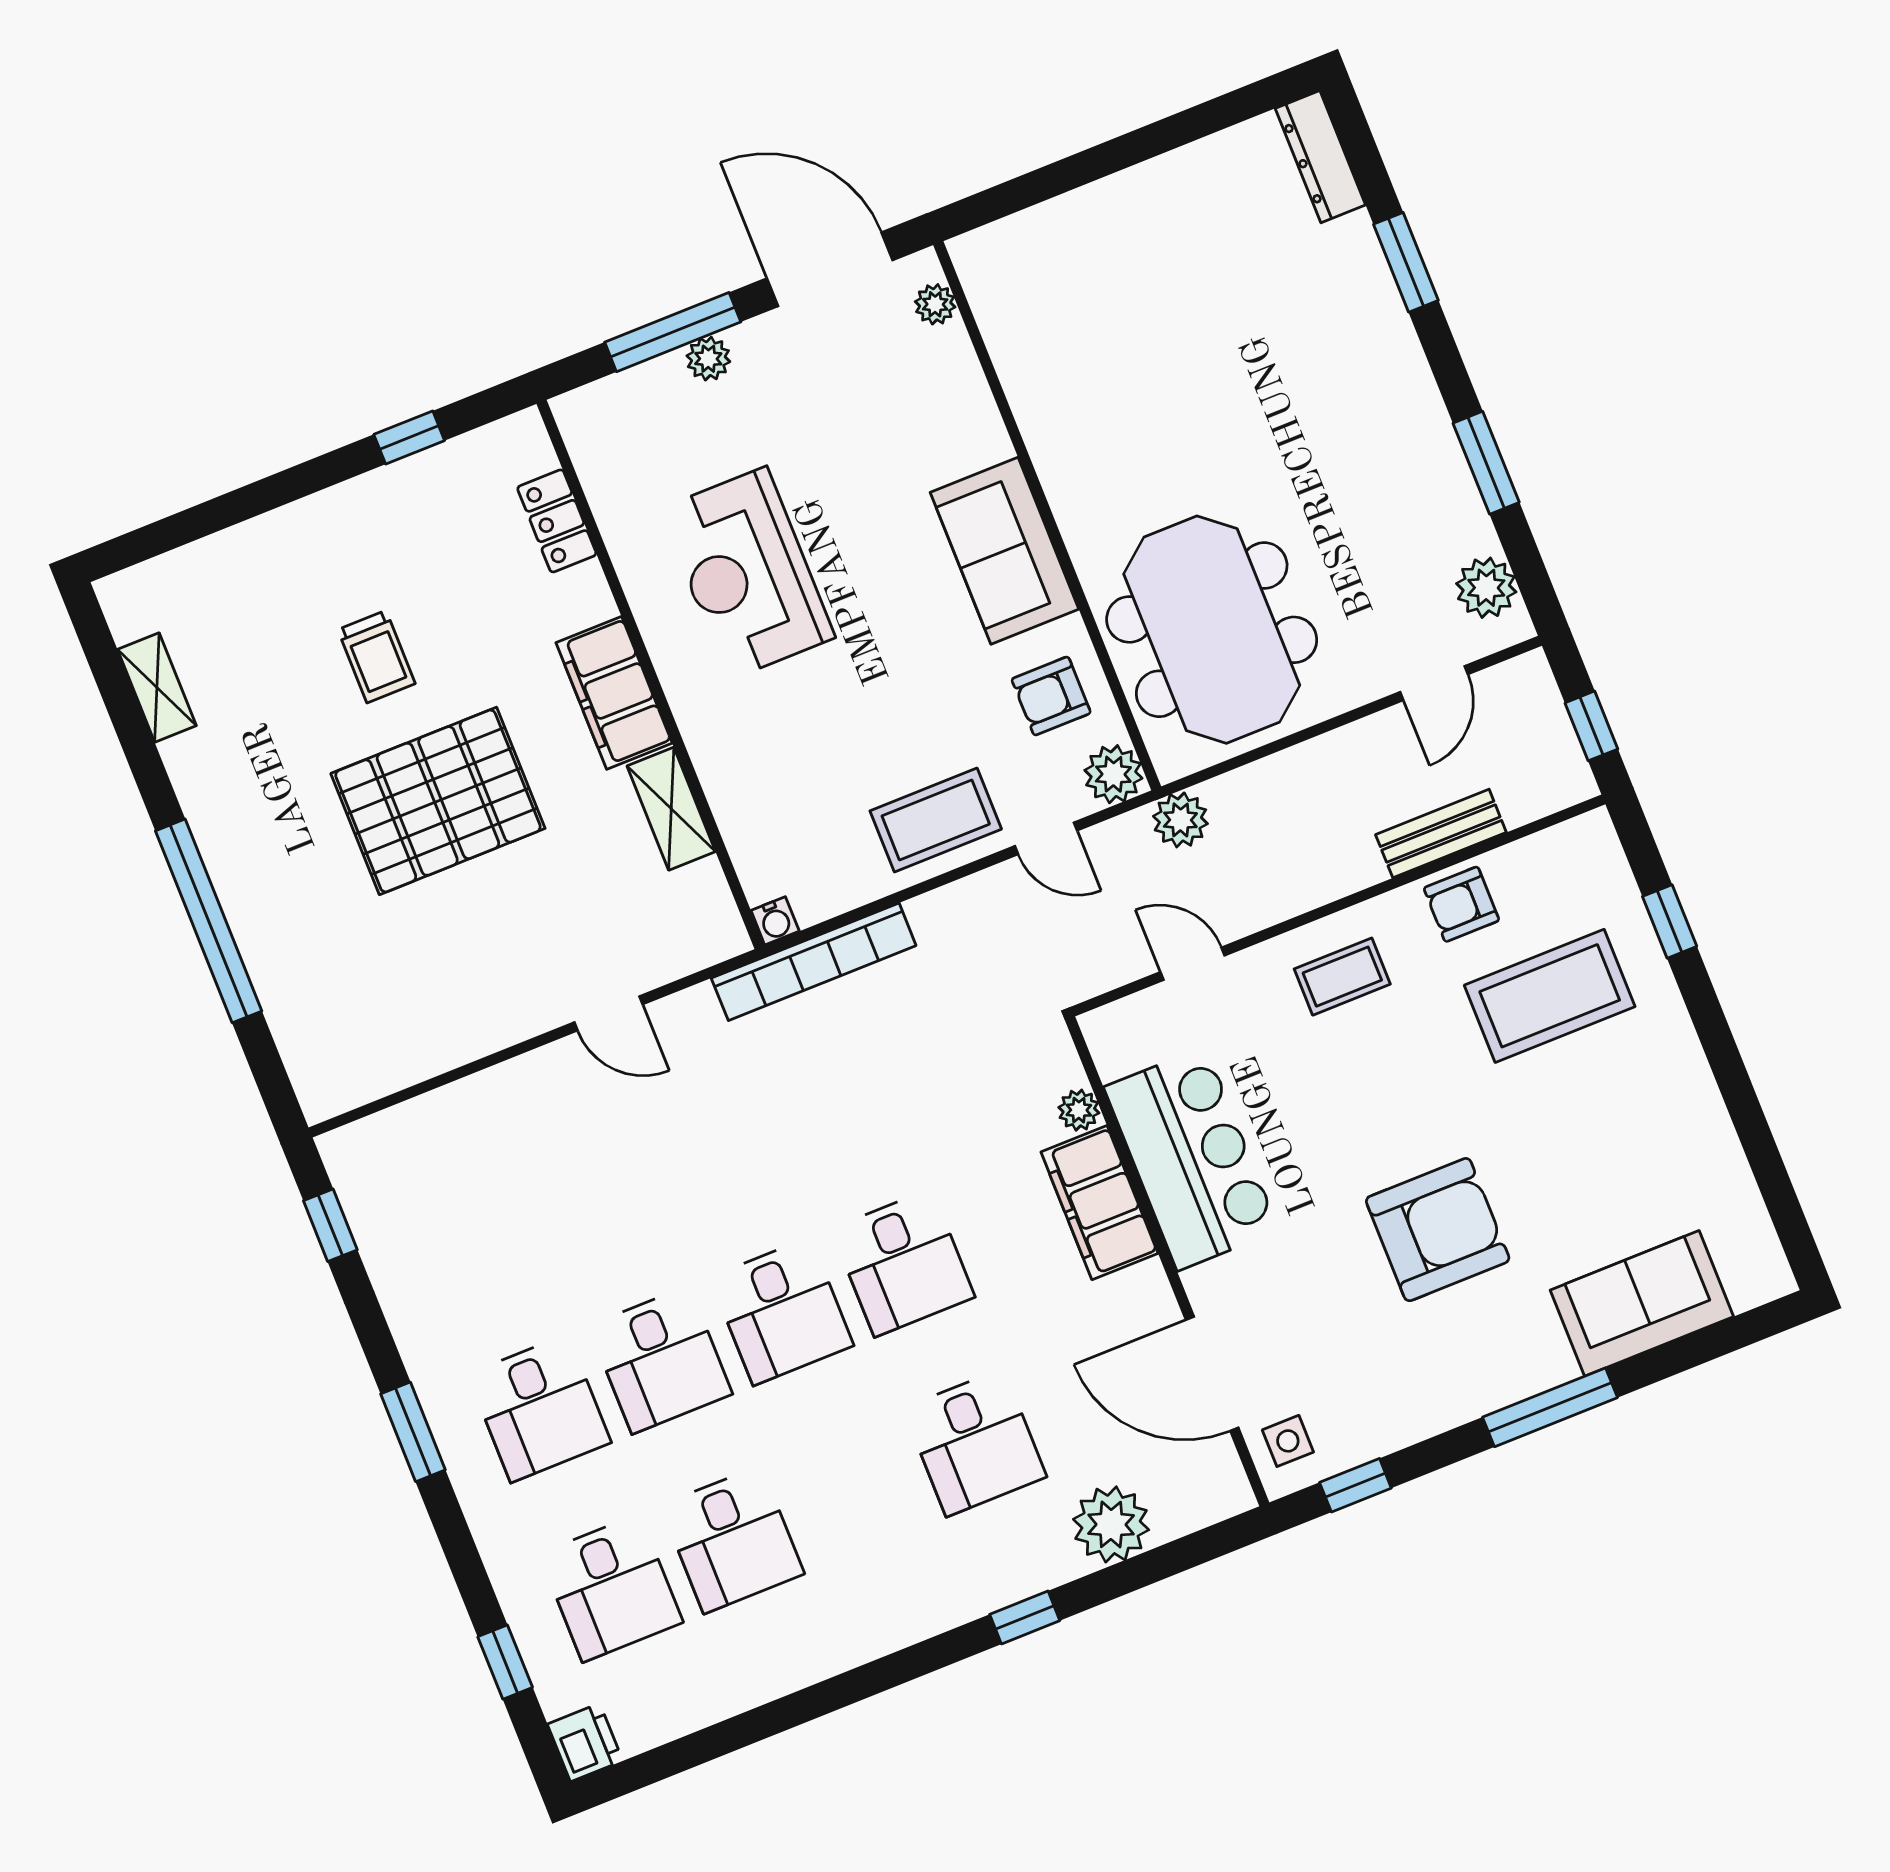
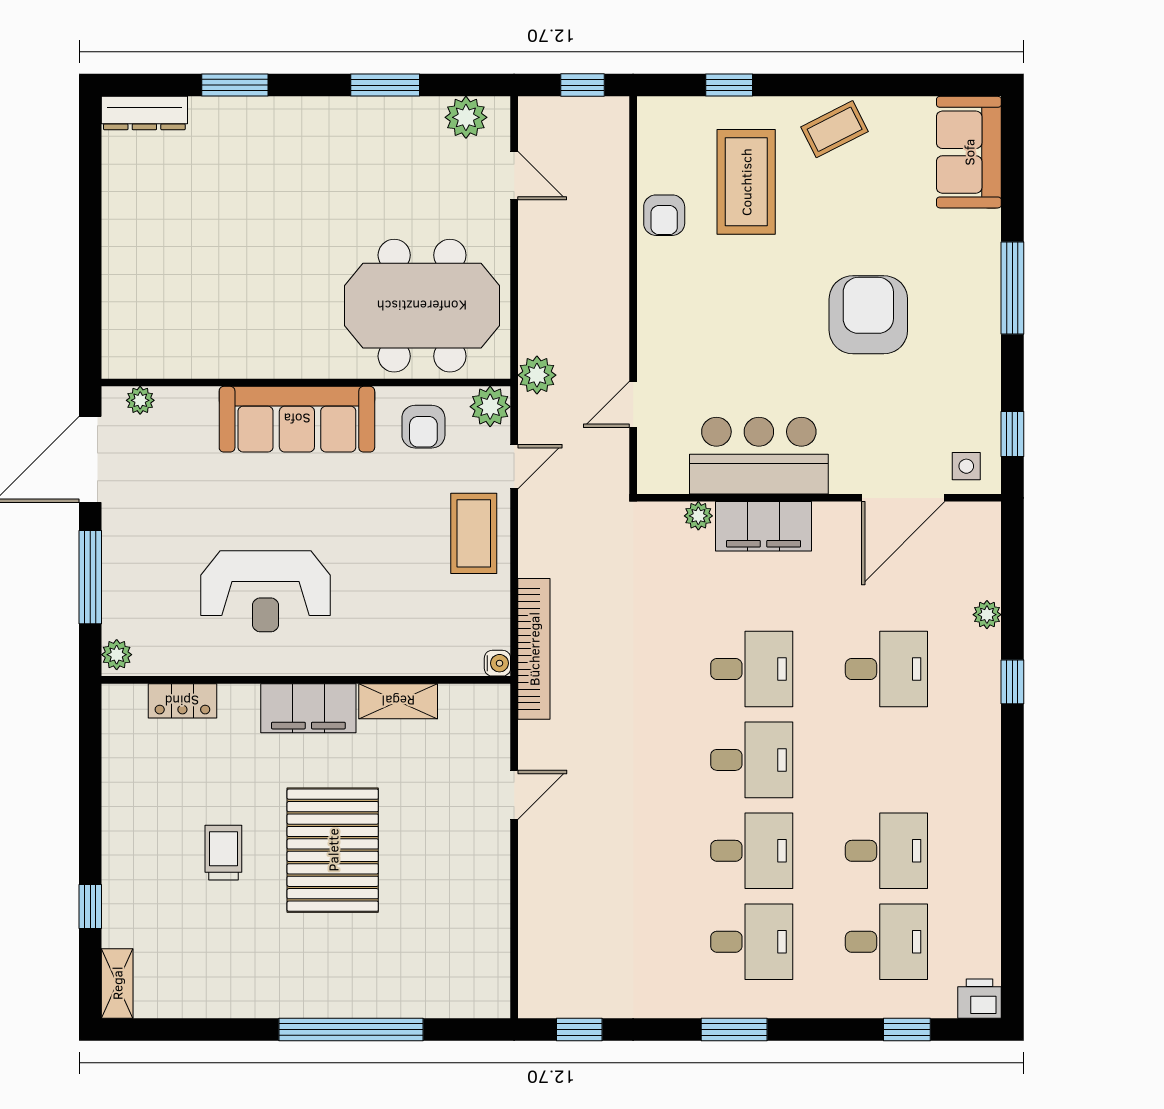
plant: (708, 359) -> (117, 655), moved
window: (409, 437) -> (90, 907), moved
sofa: (1004, 551) -> (297, 419), width x1.36
trolley: (376, 657) -> (223, 853), turned -90
shelving: (157, 688) -> (117, 983), moved, turned 90
bench: (1441, 833) -> (613, 210), removed
coffee table: (1342, 977) -> (835, 129), moved, turned 63
sofa: (1642, 1303) -> (969, 152), moved
plant: (1111, 1524) -> (987, 615), width x0.53, depth x0.53

